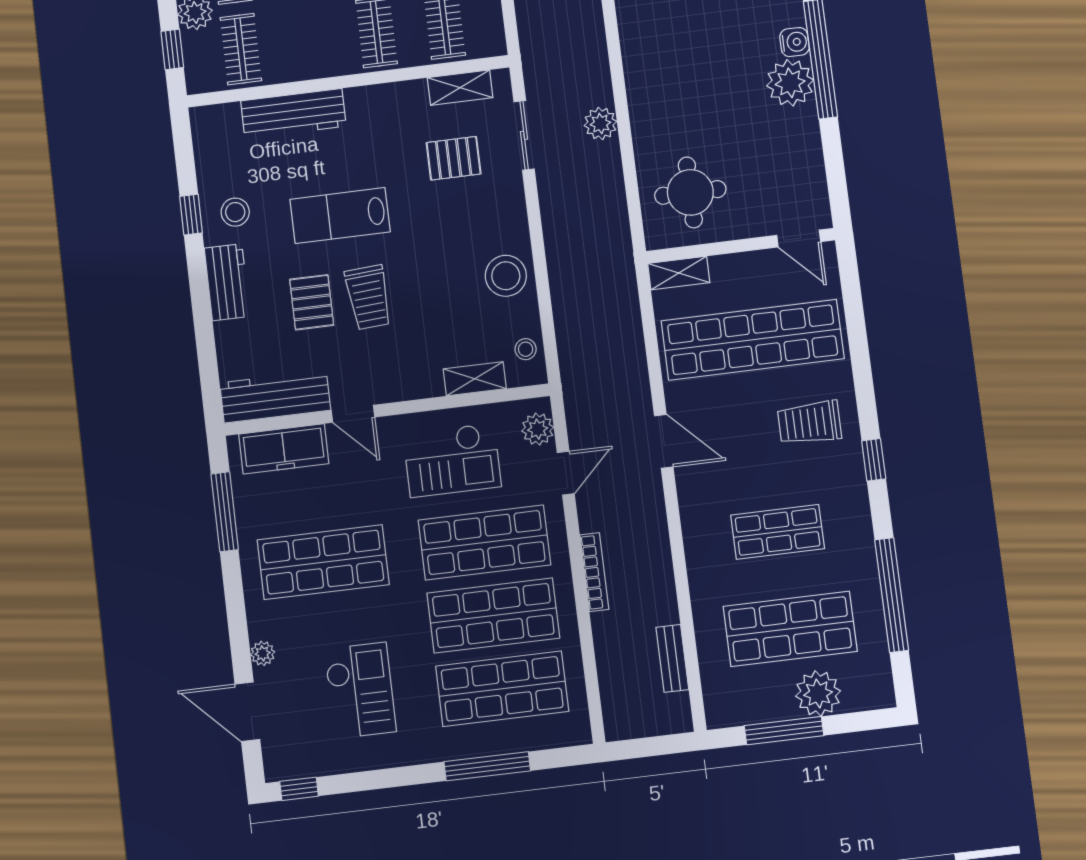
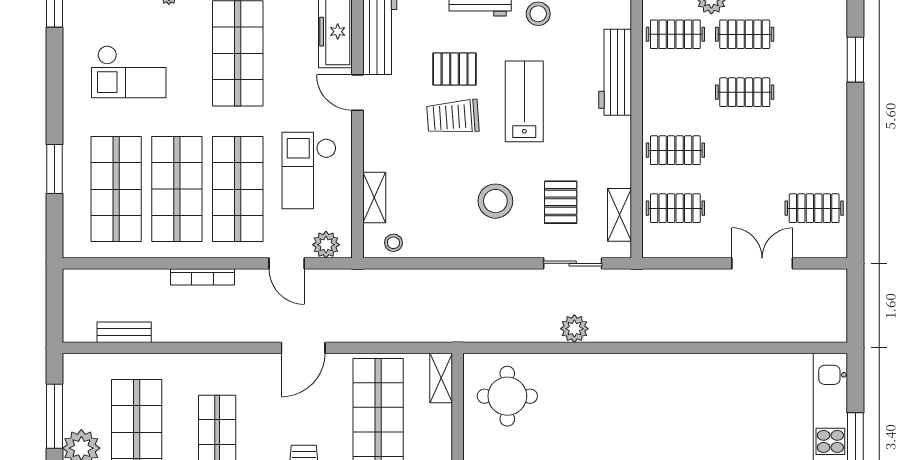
stool: (506, 276) -> (495, 201), moved
door: (353, 414) -> (357, 93), hinge flipped
window: (487, 766) -> (55, 169), width x0.69

